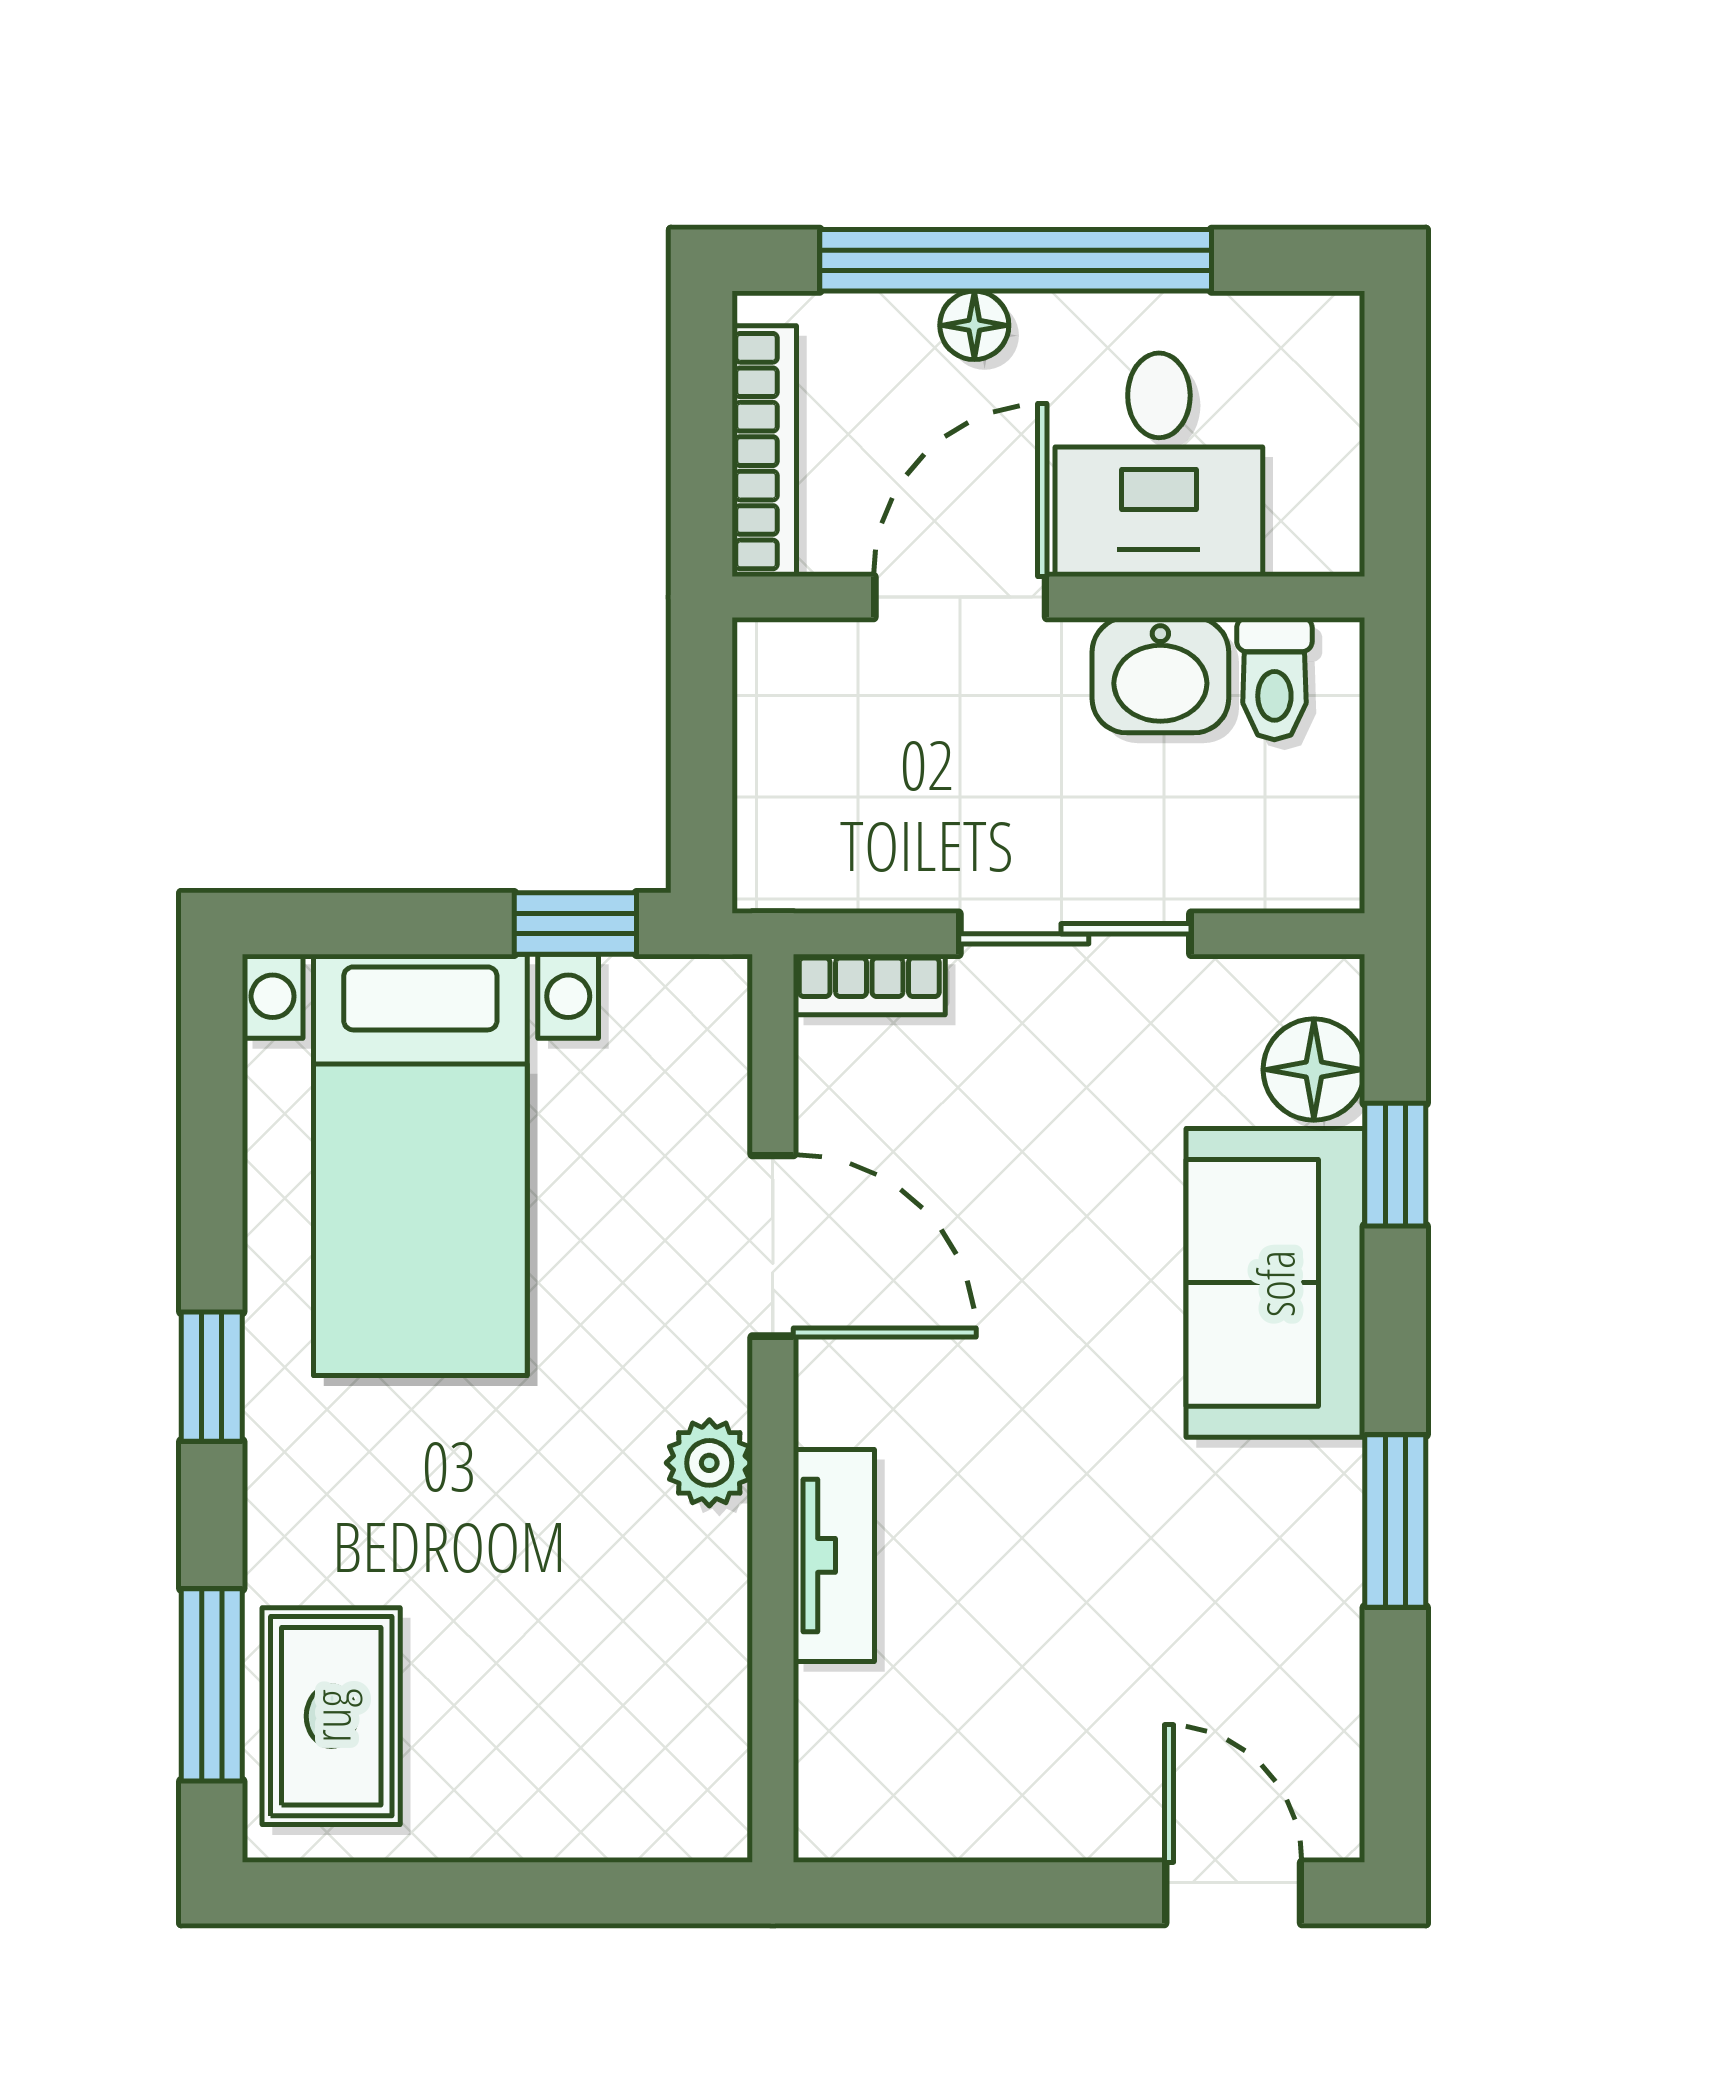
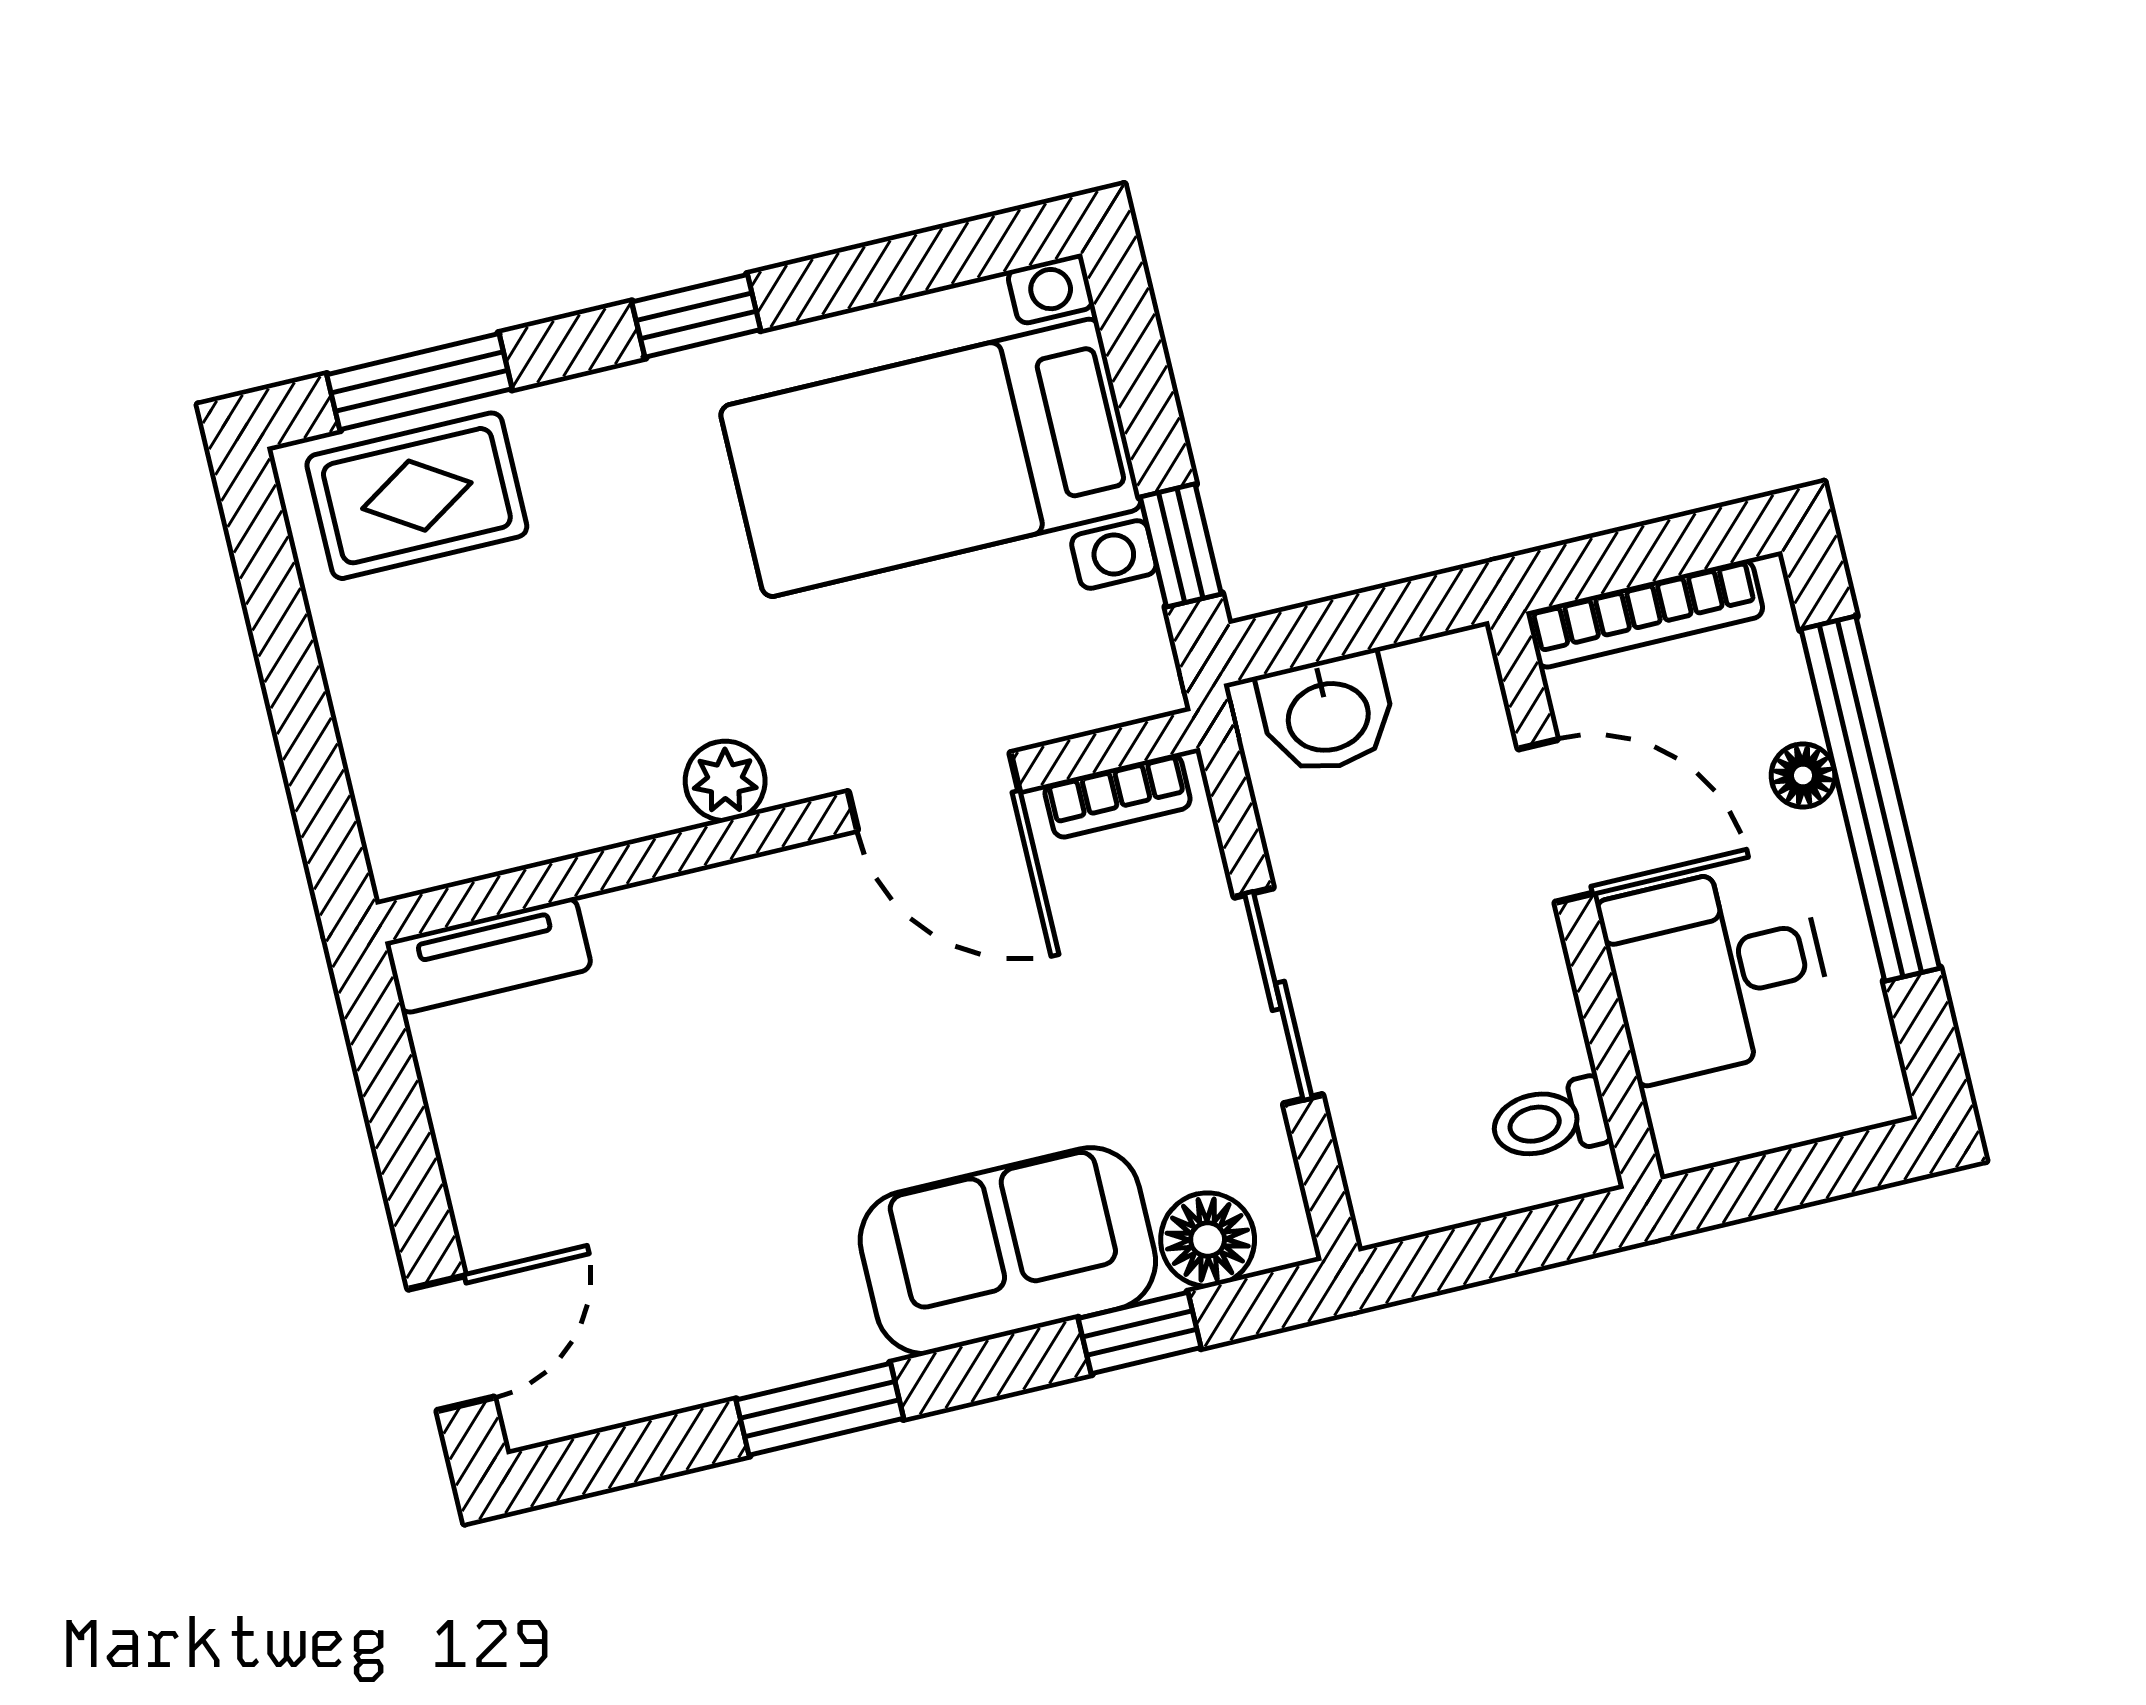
washbasin: (1160, 675) -> (1327, 714), moved, turned -90
bookcase: (869, 985) -> (1118, 796), moved, turned -90
door: (773, 1246) -> (934, 792), hinge flipped
tv unit: (834, 1555) -> (489, 955), moved

